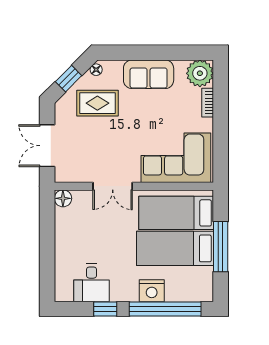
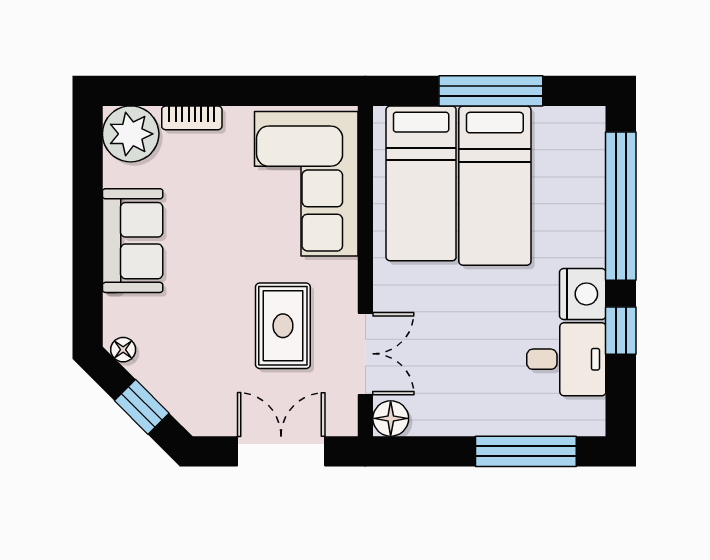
rug: (97, 103) -> (283, 326), moved
double door: (47, 146) -> (281, 451), swing flipped
double door: (113, 186) -> (365, 354), moved
window: (47, 263) -> (526, 451), added
nightstand: (152, 291) -> (583, 294), moved

